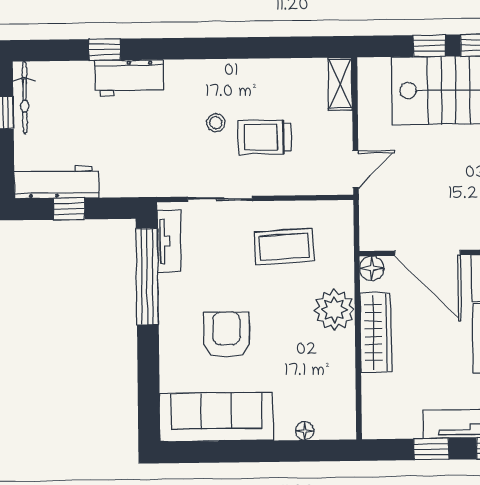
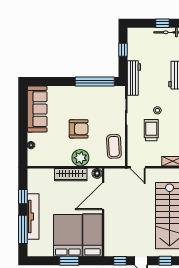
workbench: (57, 182) -> (134, 78), moved
tv unit: (169, 241) -> (109, 91), removed
coffee table: (284, 247) -> (114, 146), moved
armchair: (226, 335) -> (79, 129), moved

